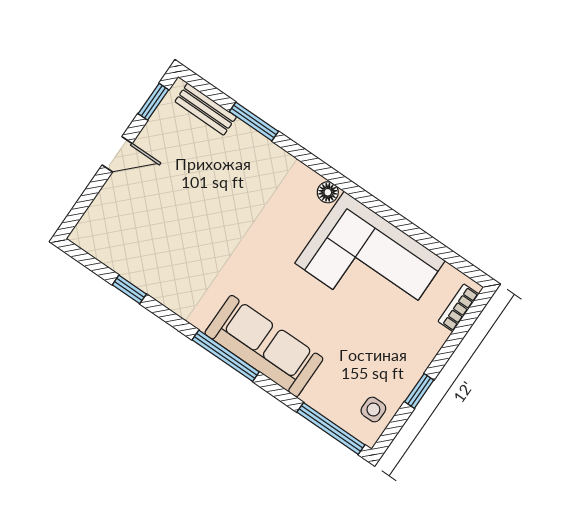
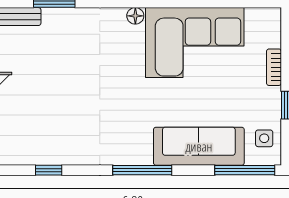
bookcase: (458, 308) -> (274, 67), moved
sofa: (264, 346) -> (199, 146), moved

